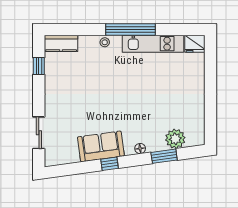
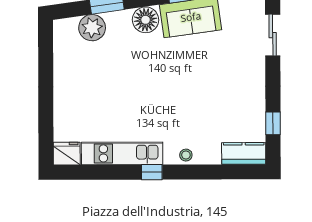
window: (131, 29) -> (152, 172), width x0.32
floor lamp: (140, 149) -> (146, 20), width x1.89, depth x1.89

